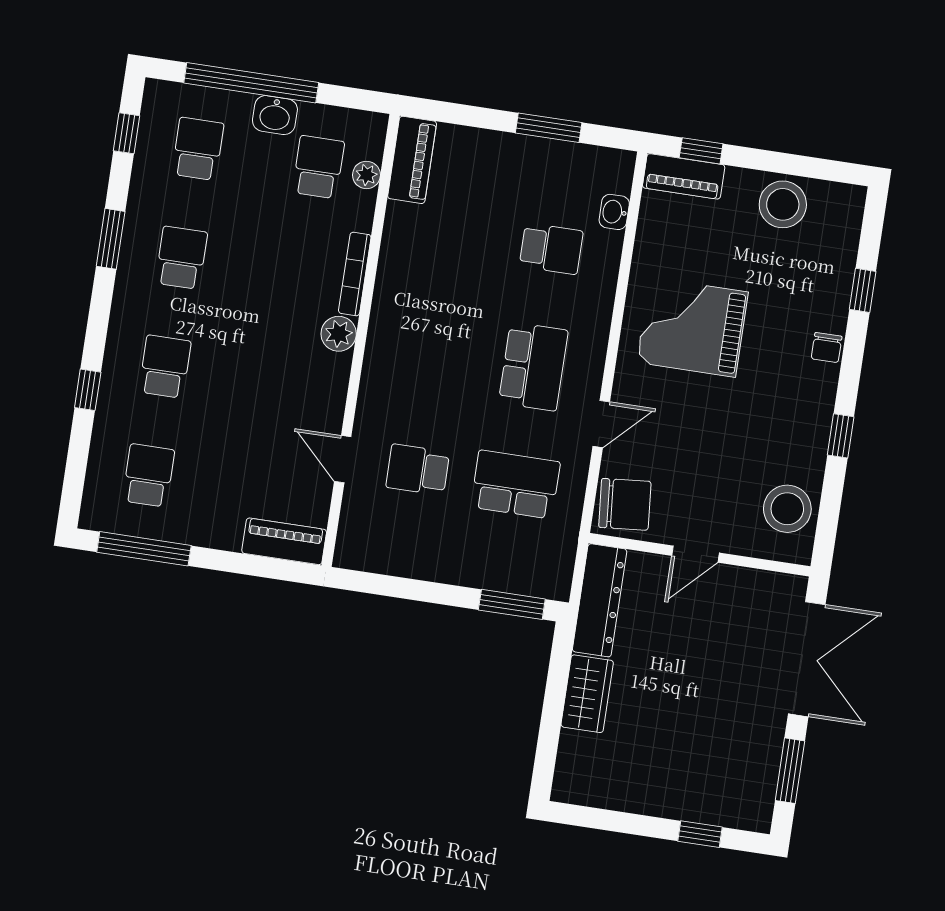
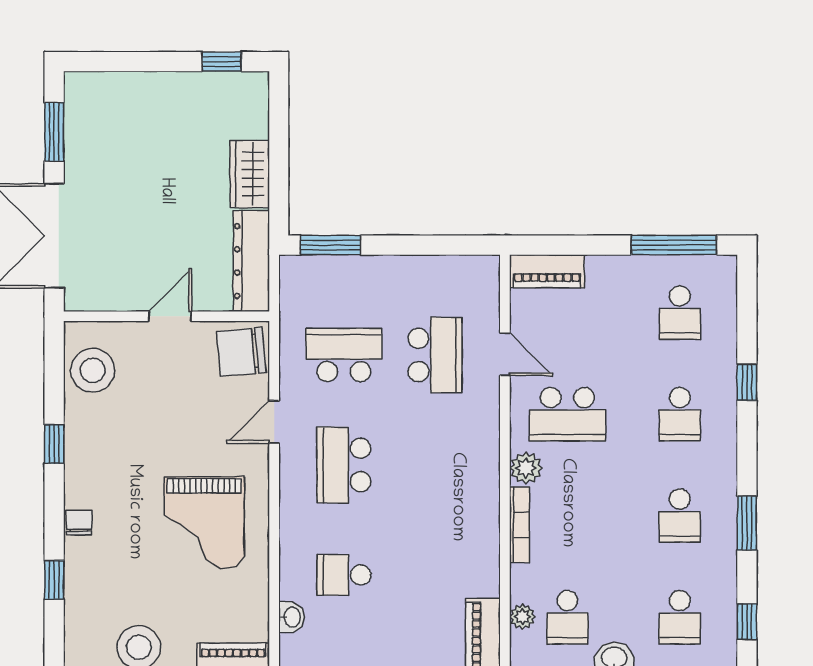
grand piano: (692, 327) -> (204, 523), turned 90
school desk: (285, 385) -> (567, 414), added
school desk: (418, 470) -> (435, 355), width x1.85
school desk: (515, 484) -> (344, 355), turned 180
window: (700, 834) -> (222, 62), moved

